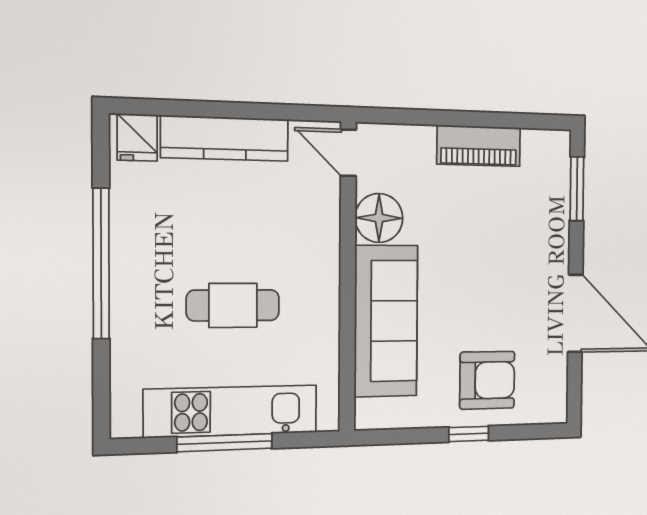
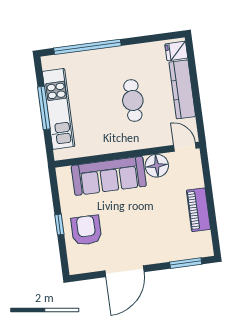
door: (348, 153) -> (185, 147), hinge flipped
window: (101, 263) -> (87, 47), moved
cafe table: (233, 305) -> (133, 101), moved
armchair: (487, 380) -> (86, 230), turned 180

